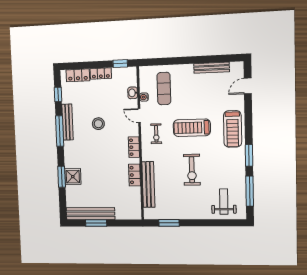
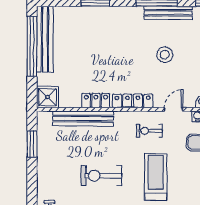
locker: (134, 147) -> (133, 101), width x1.53
shower: (73, 177) -> (47, 97), moved
window: (96, 223) -> (32, 46), width x2.11

